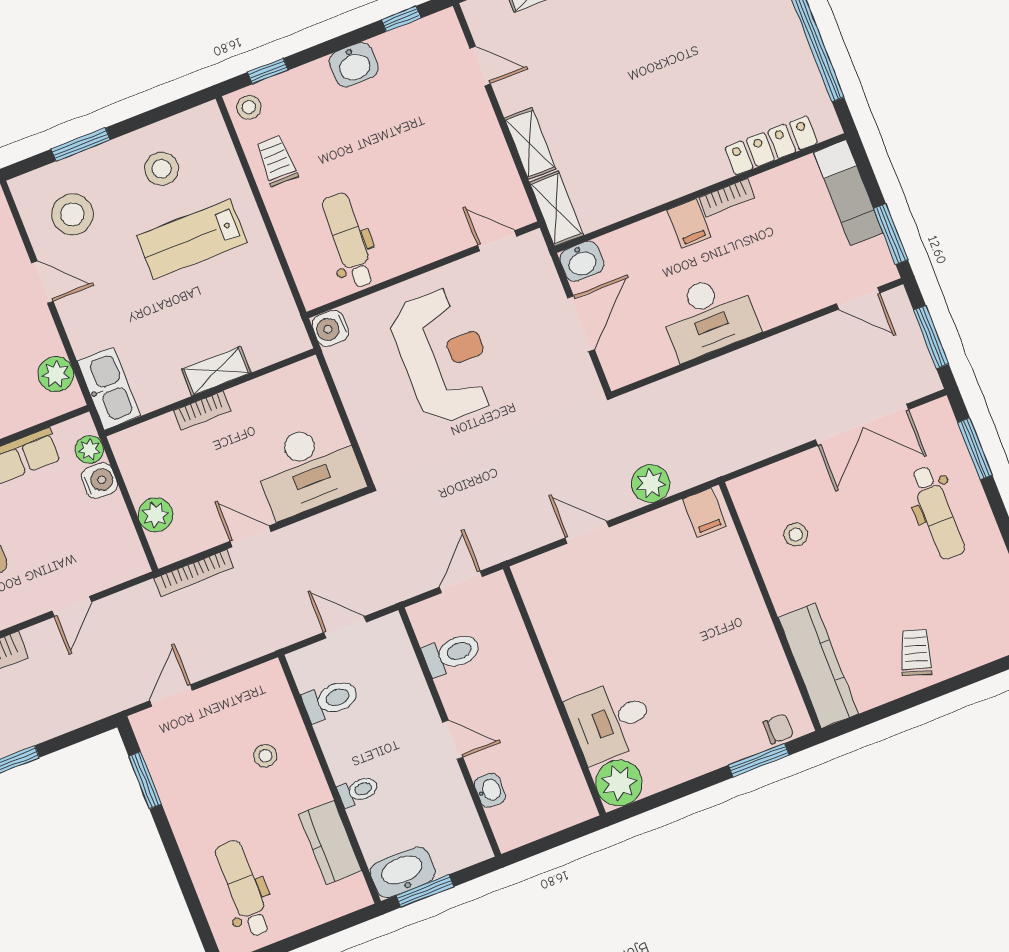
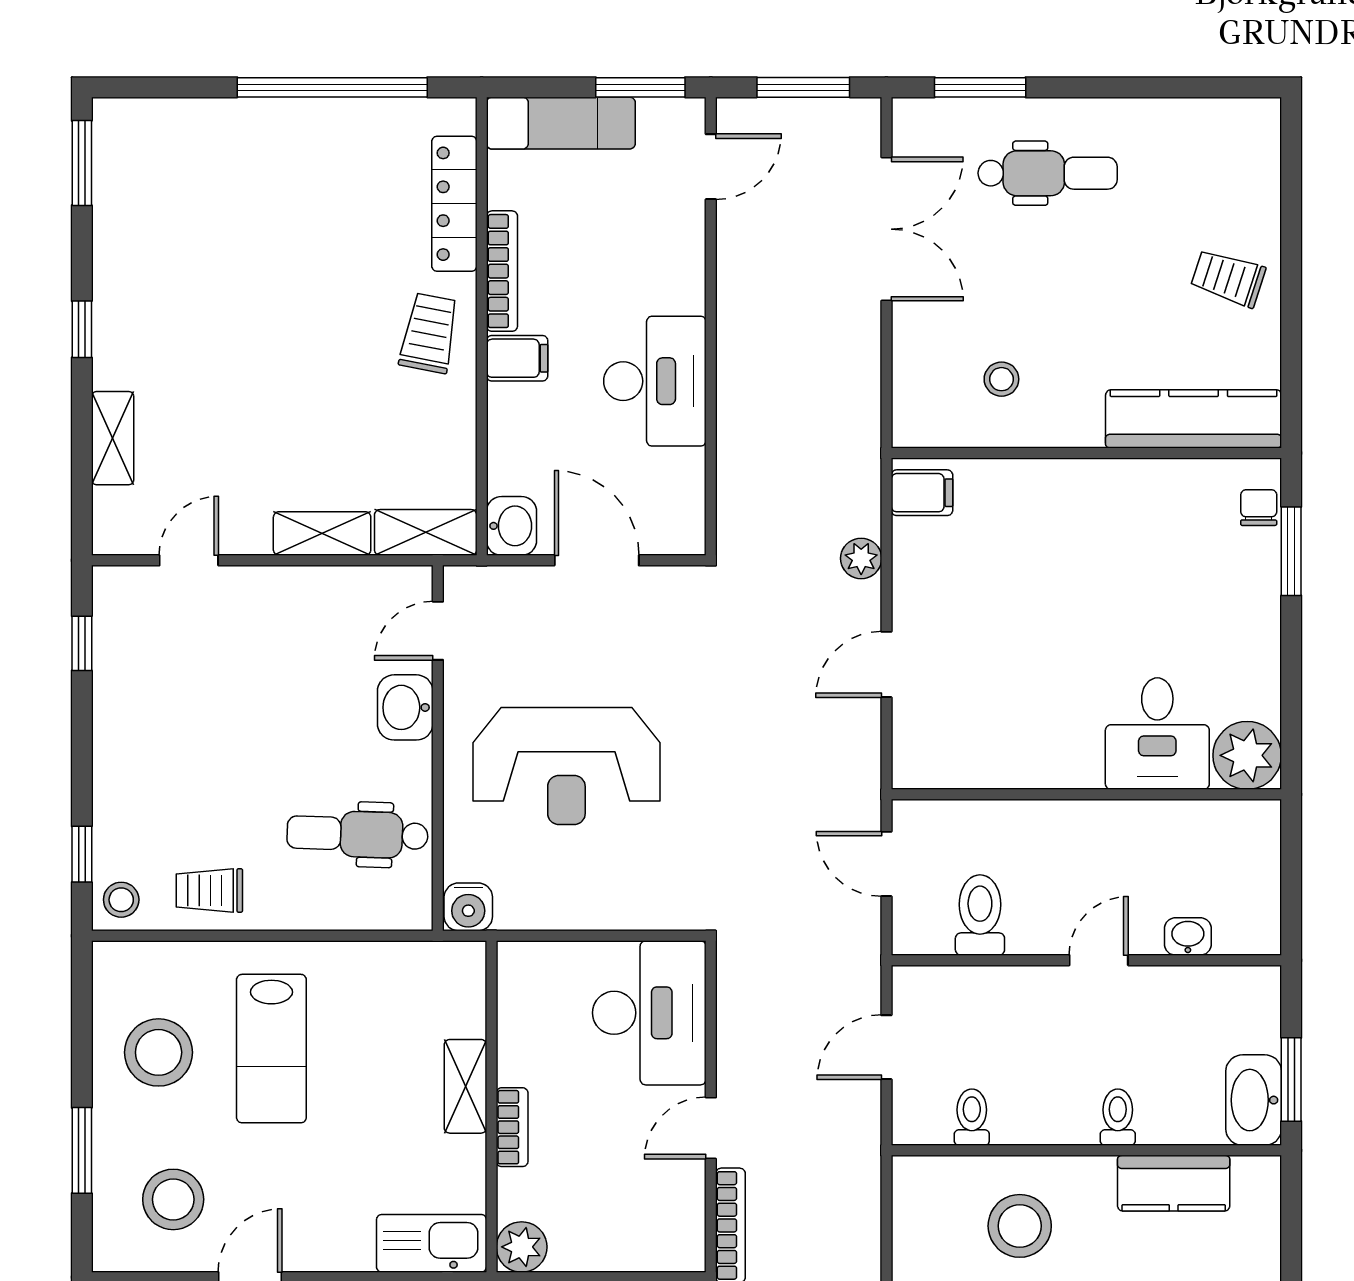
washbasin: (354, 65) -> (405, 707), moved, turned 180
trolley: (683, 162) -> (429, 333), added
stool: (162, 169) -> (159, 1052), width x1.38, depth x1.38
bookcase: (727, 198) -> (502, 271), width x1.56
reception desk: (444, 355) -> (566, 766), turned 180
plant: (651, 484) -> (861, 558), width x0.73, depth x0.73
plant: (155, 515) -> (522, 1247), moved
toilet: (331, 700) -> (972, 1117), width x0.73, depth x0.72
stool: (265, 756) -> (1020, 1226), width x1.89, depth x1.89

